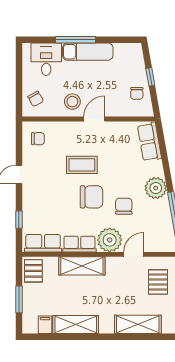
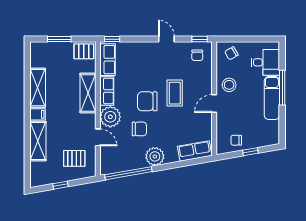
door: (94, 119) -> (214, 104), swing flipped
window: (19, 136) -> (200, 39), added
chair: (92, 197) -> (147, 101), turned 90
window: (19, 220) -> (112, 39), moved
filing cabinet: (45, 325) -> (37, 114), moved

